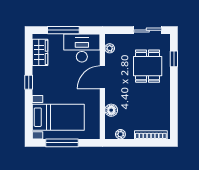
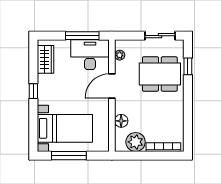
window: (63, 30) -> (82, 36), moved
dining table: (148, 66) -> (160, 74), width x1.38
plant: (120, 134) -> (136, 142), width x1.88, depth x1.88

